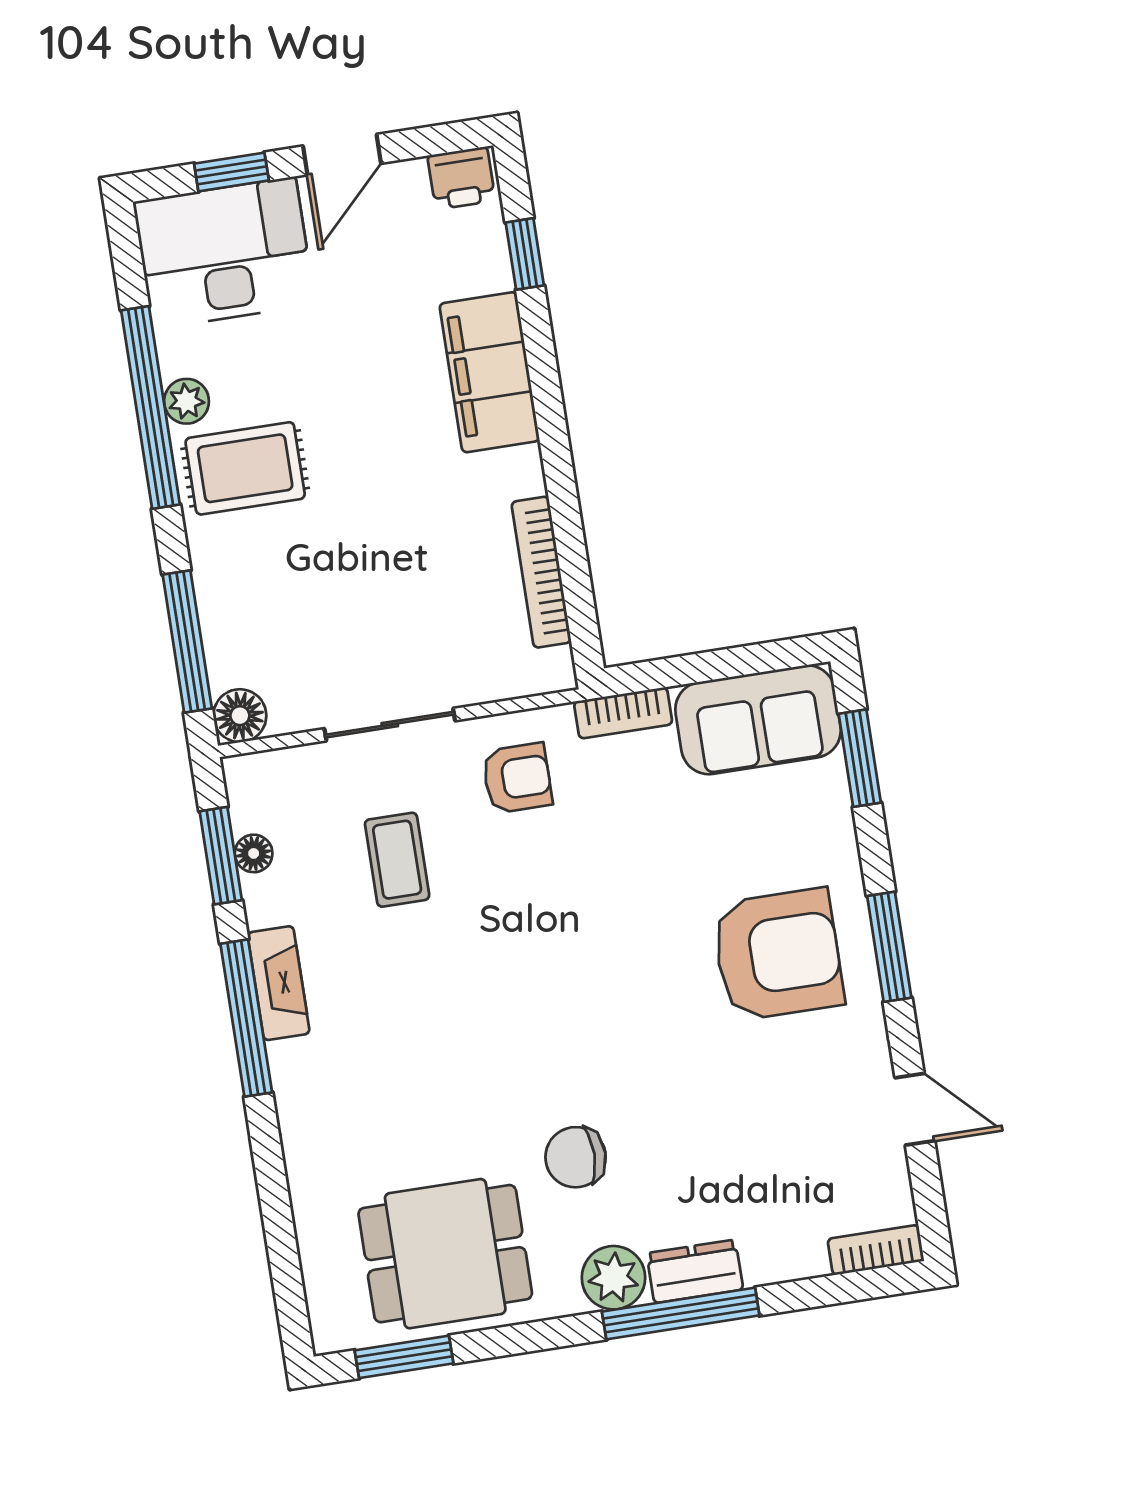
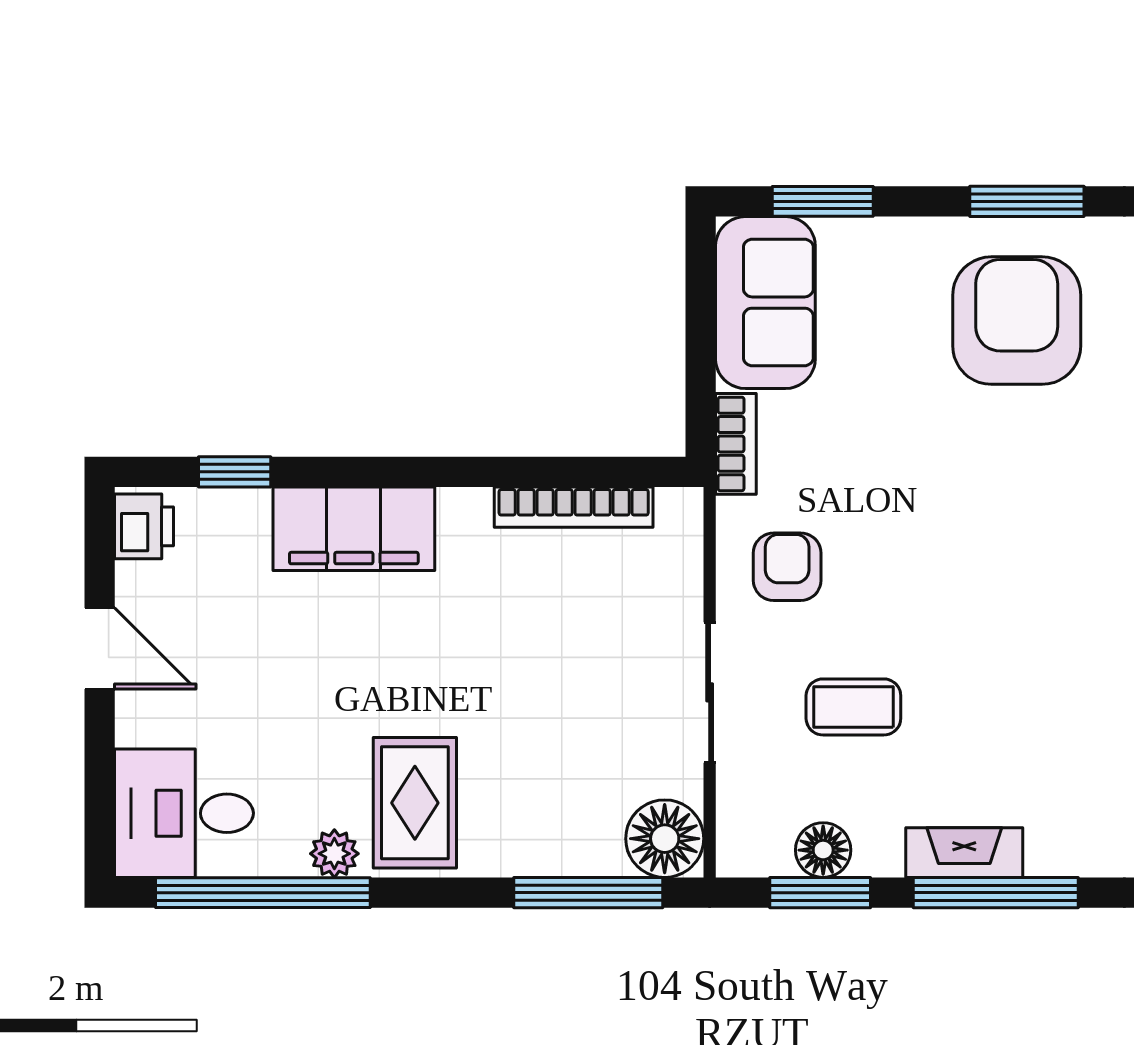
window: (231, 172) -> (100, 768), removed
desk: (224, 253) -> (184, 813), width x0.73
window: (151, 407) -> (263, 893), moved
floor lamp: (240, 716) -> (665, 839), width x1.38, depth x1.38
floor lamp: (254, 853) -> (823, 850), width x1.37, depth x1.37

